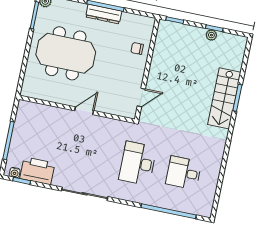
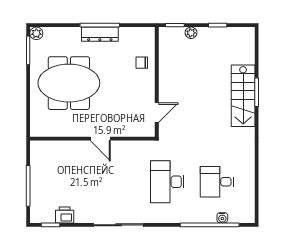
plant: (211, 35) -> (191, 33), moved
door: (84, 111) -> (100, 139), swing flipped
printer: (37, 171) -> (65, 215), width x0.53, depth x0.68
water cooler: (15, 173) -> (222, 218), moved

